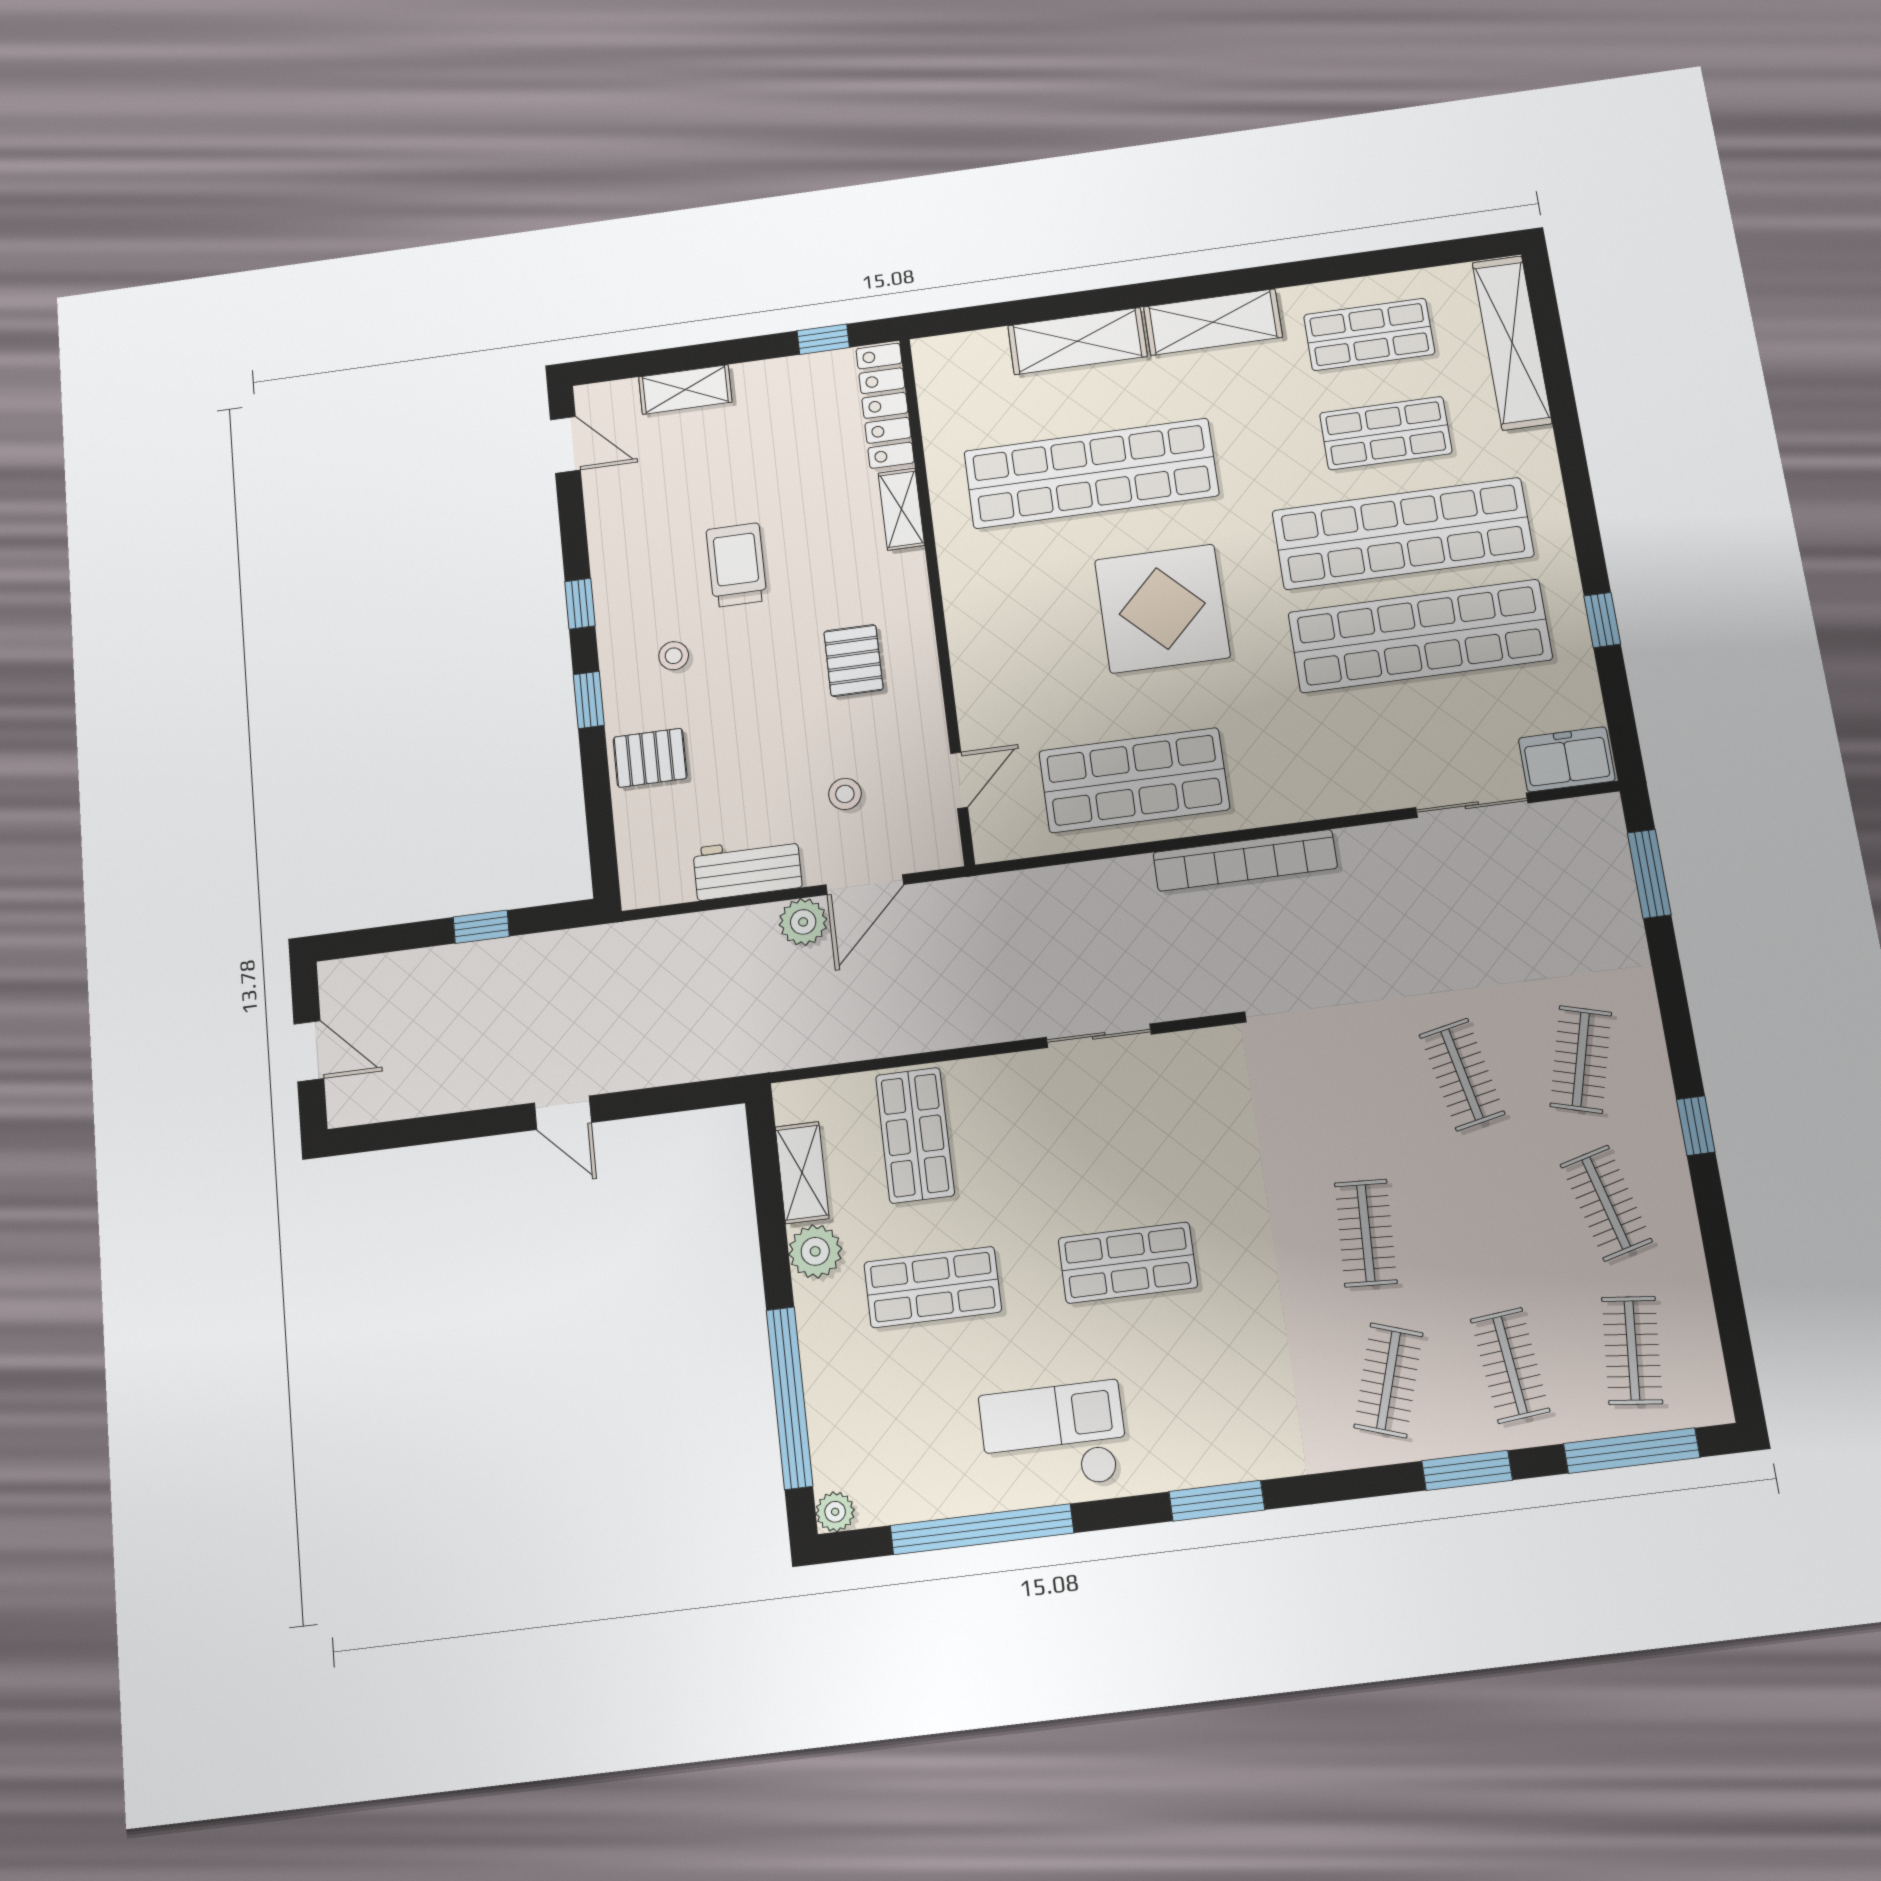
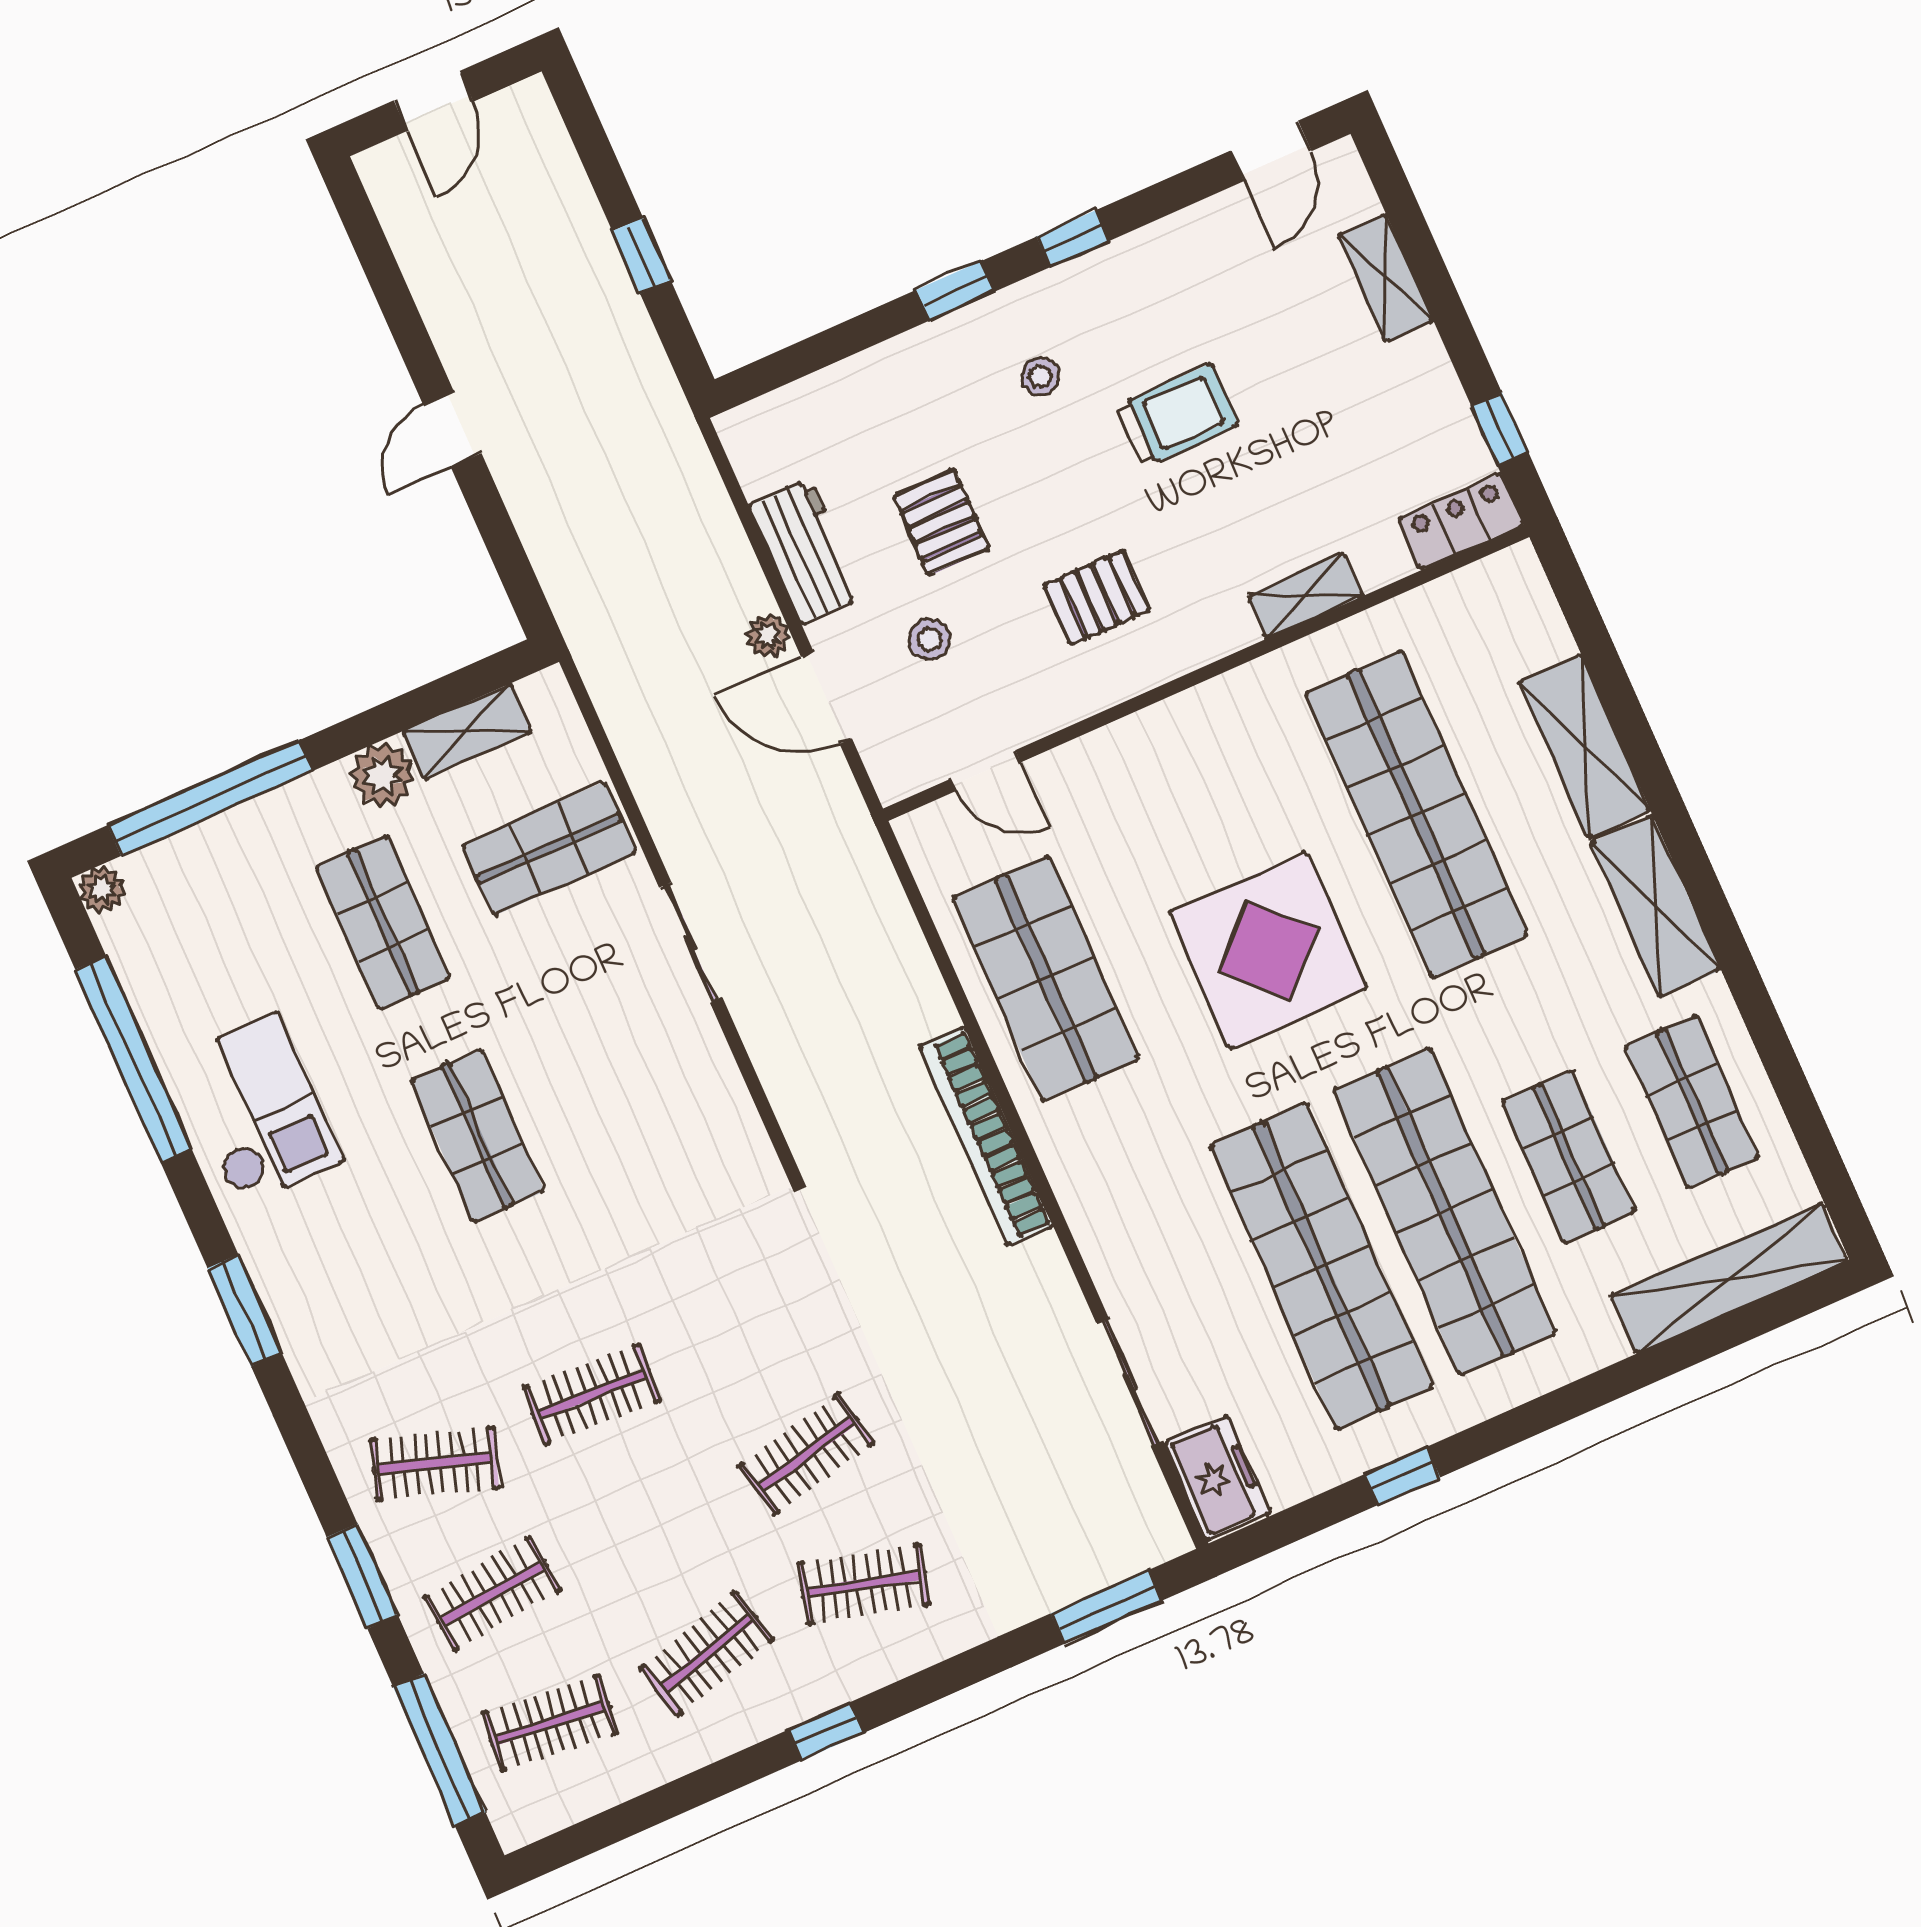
locker: (885, 405) -> (1461, 522), width x0.66
pallet: (650, 758) -> (942, 522), moved
plant: (803, 922) -> (768, 635), width x0.73, depth x0.73
sliding door: (1099, 1036) -> (691, 942), moved

